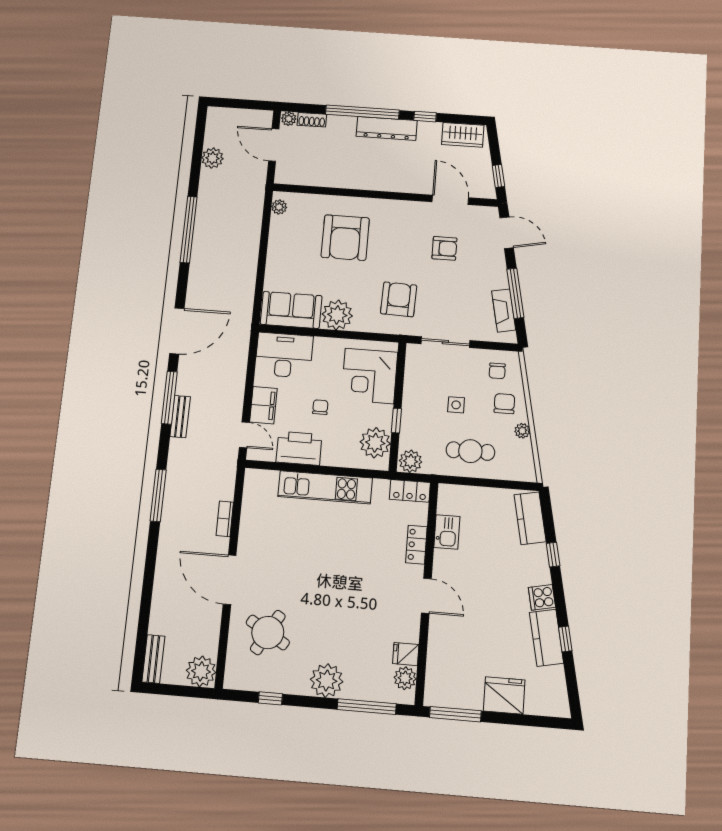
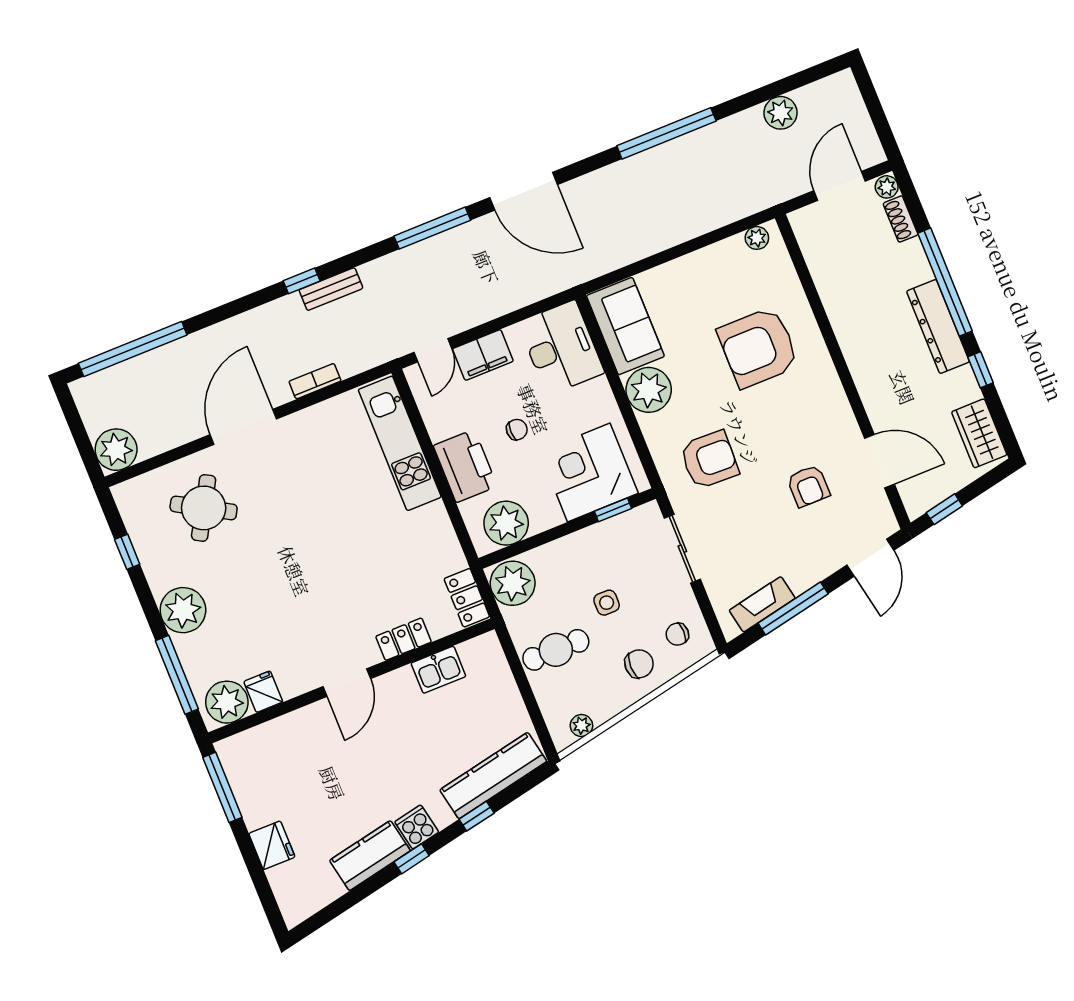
door: (450, 200) -> (879, 461), hinge flipped
bench: (180, 417) -> (331, 289), moved
window: (396, 421) -> (613, 510), moved
plant: (522, 431) -> (581, 725), moved
printer: (299, 448) -> (465, 466), moved
cafe table: (470, 451) -> (556, 650), turned 90
plant: (411, 461) -> (513, 583), width x1.36, depth x1.36
kitchen unit: (325, 487) -> (400, 443), moved
window: (158, 495) -> (302, 281), width x0.46
kitchen counter: (530, 518) -> (493, 776), width x1.50
window: (143, 627) -> (133, 349), added
window: (565, 639) -> (412, 859), moved
bench: (153, 659) -> (101, 383), removed
plant: (405, 678) -> (227, 702), width x1.36, depth x1.36
fridge: (504, 695) -> (272, 845), width x0.73, depth x0.75

